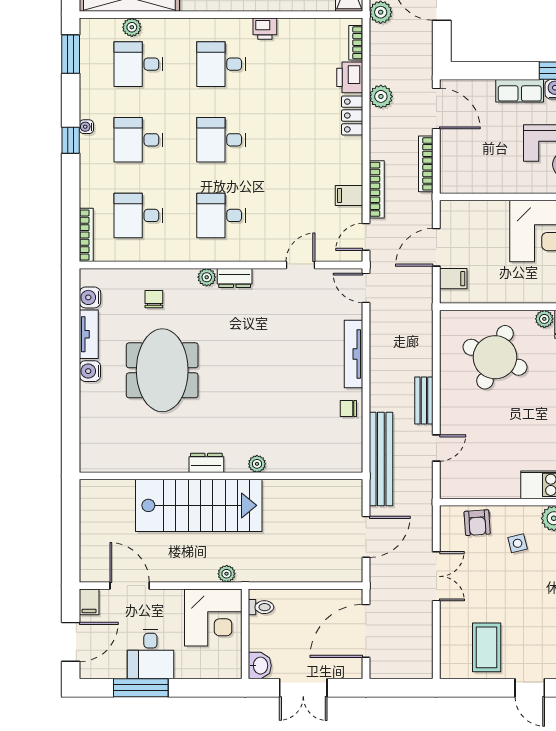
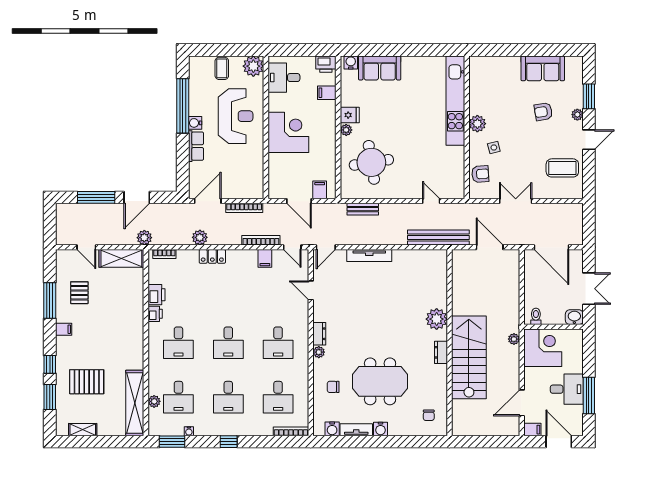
printer: (350, 77) -> (157, 295), moved, turned -90
water cooler: (86, 127) -> (189, 431), moved
round table: (495, 357) -> (371, 162), turned -32
bench: (424, 400) -> (363, 209), moved
chair: (348, 409) -> (429, 415), moved
plant: (257, 464) -> (437, 319), width x1.87, depth x1.87

